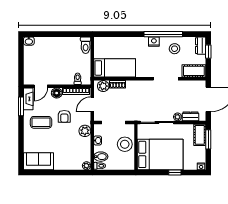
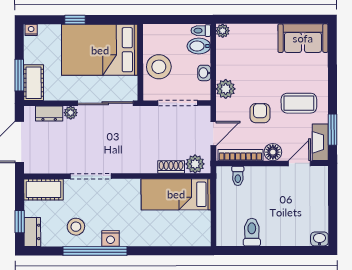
toilet: (86, 45) -> (252, 232), moved

